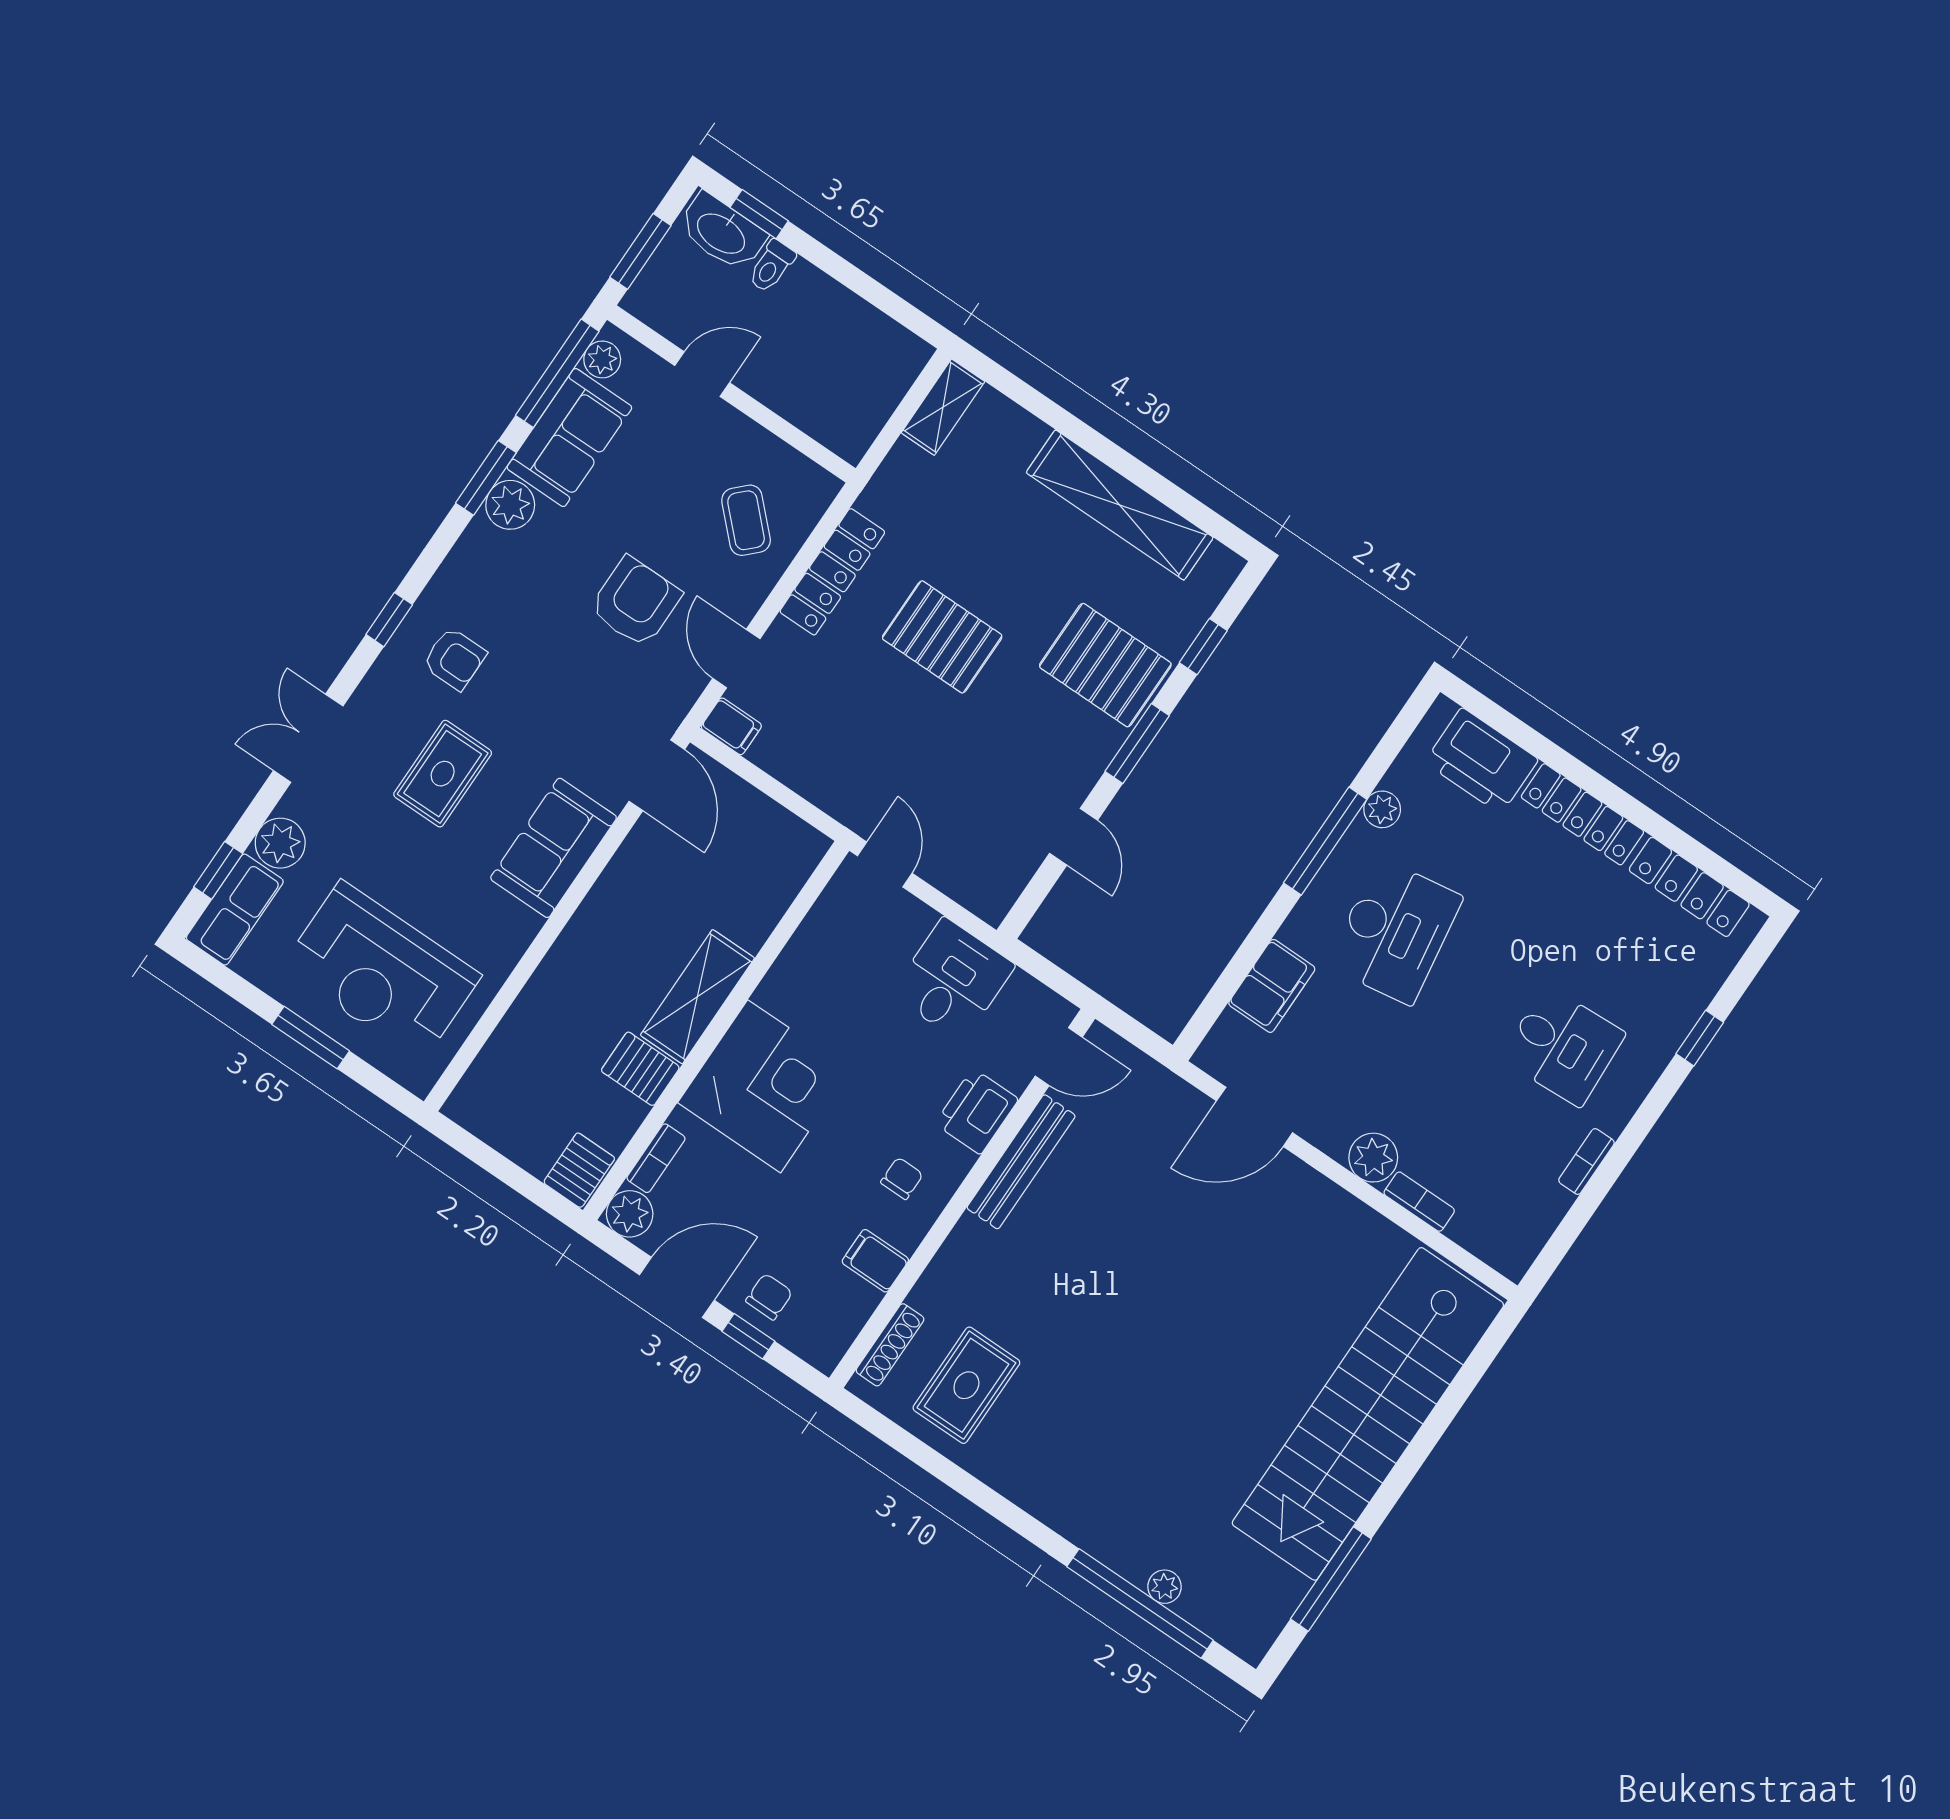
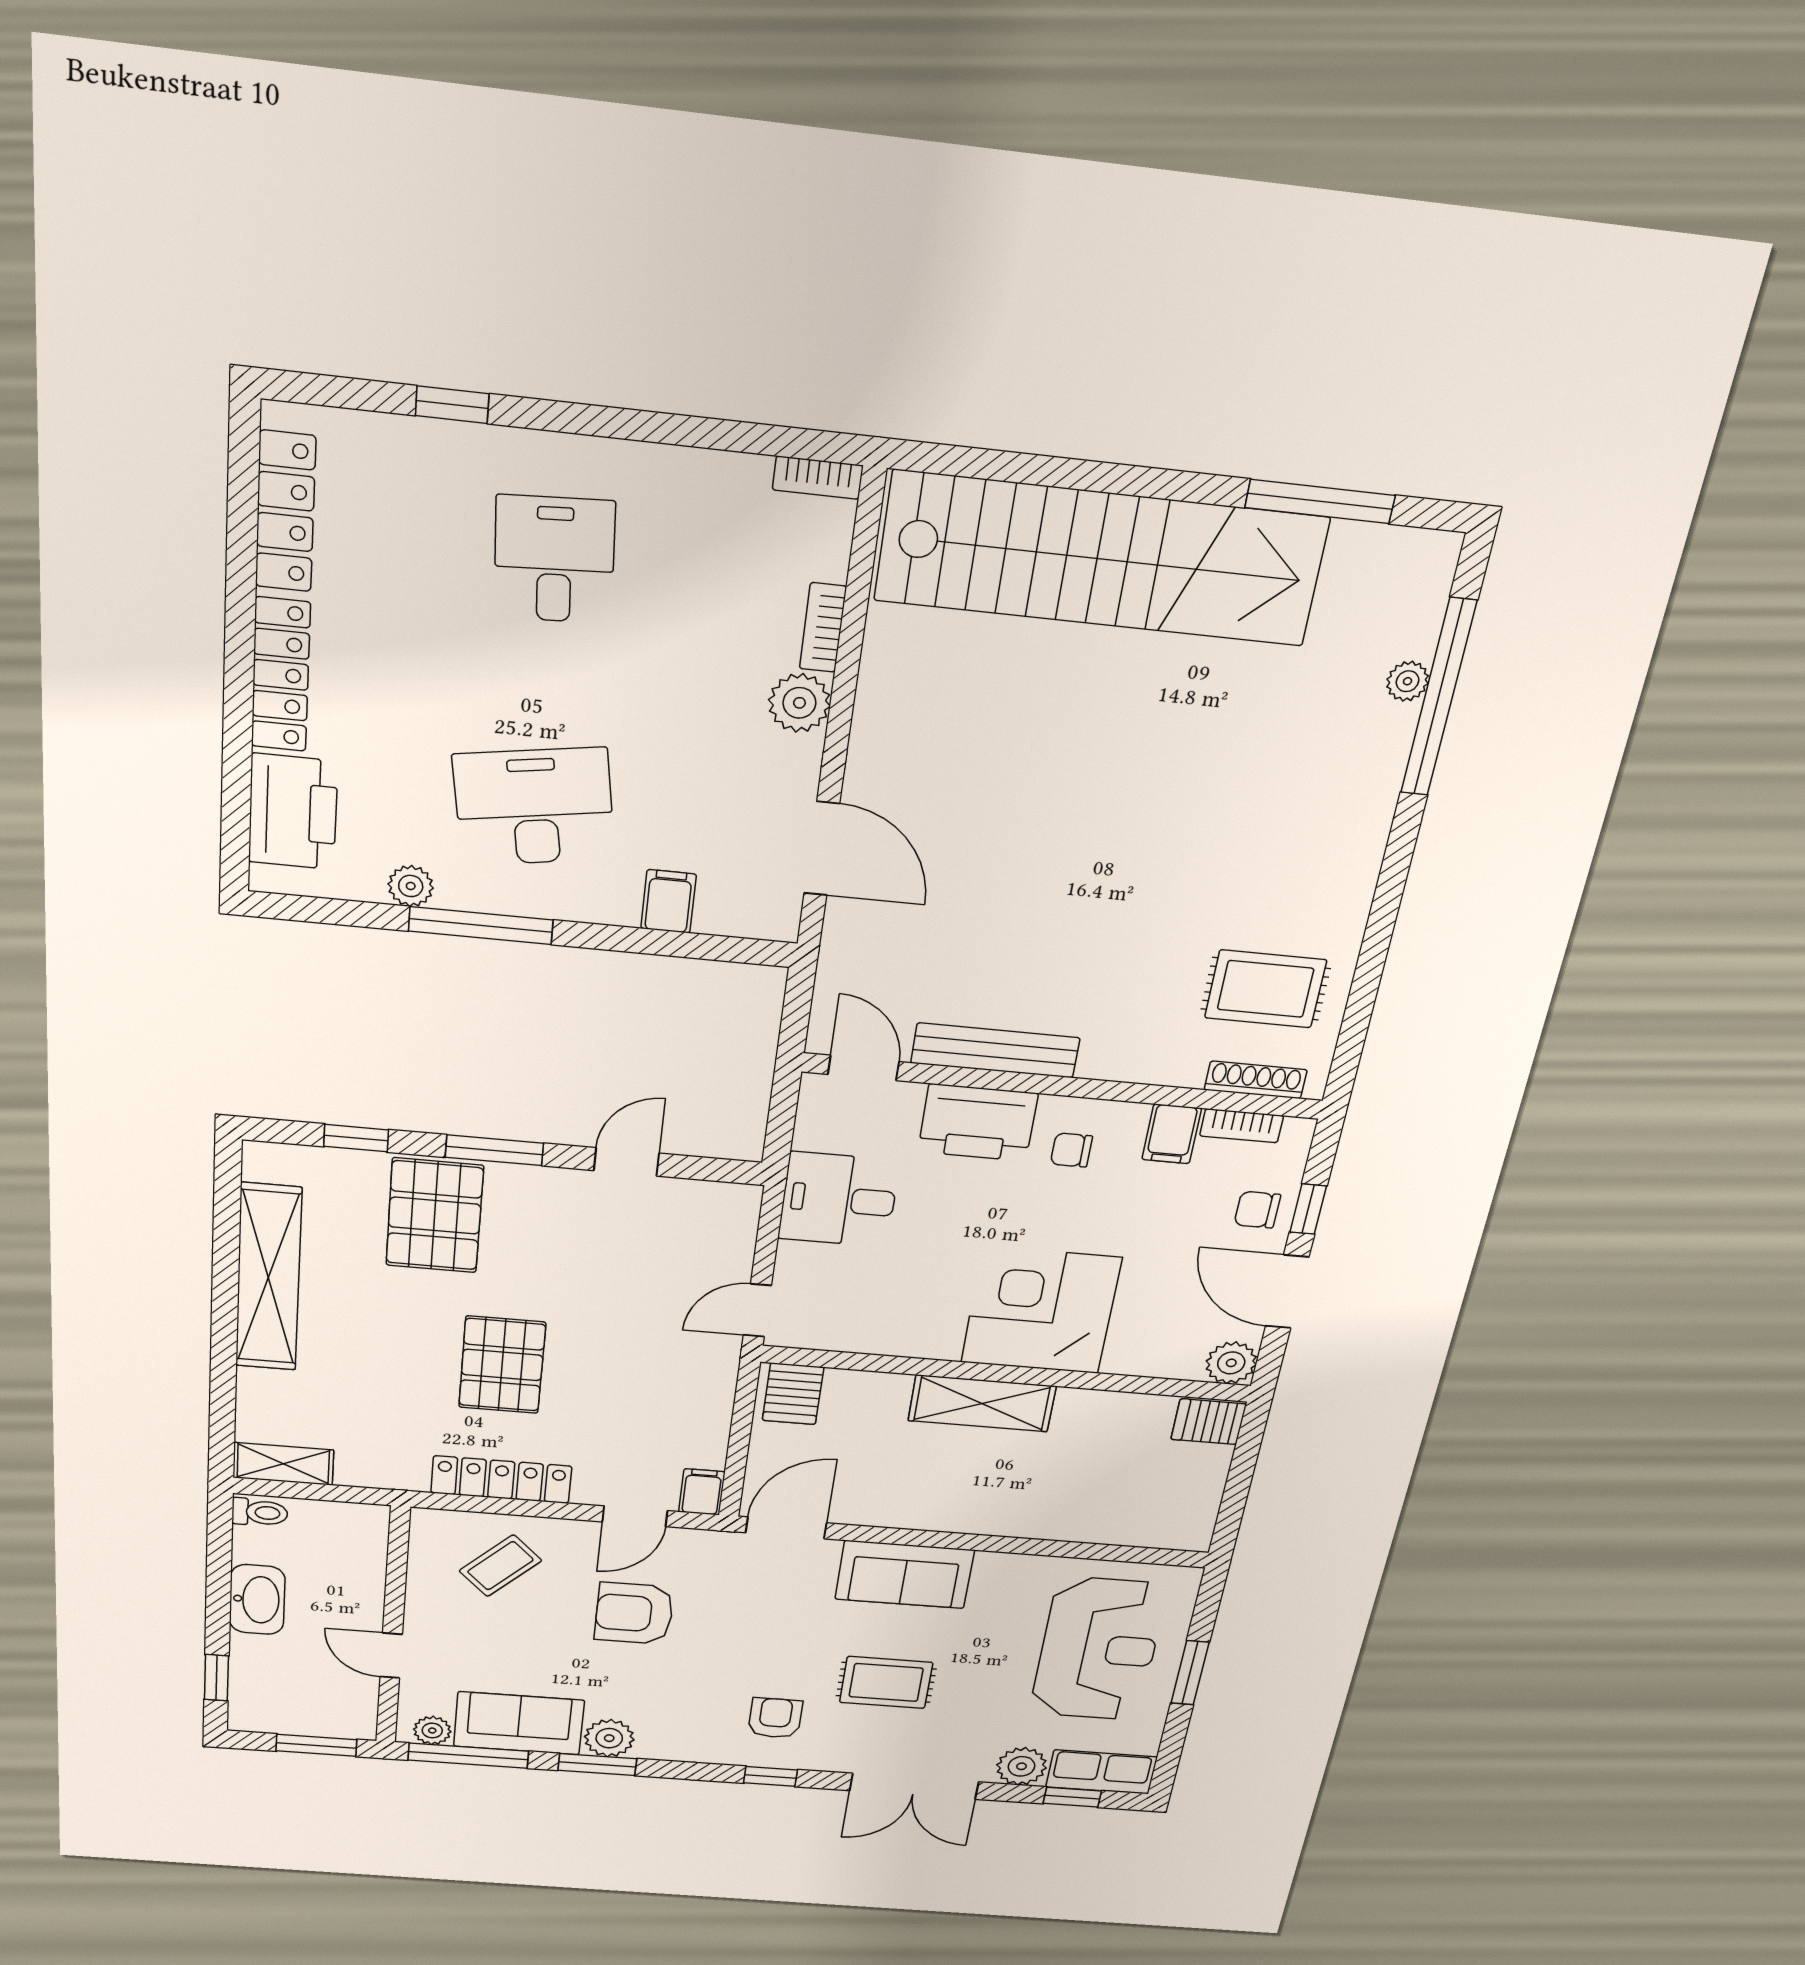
washbasin: (722, 232) -> (257, 1600), moved
toilet: (772, 266) -> (260, 1512), moved
double door: (308, 738) -> (914, 1786), width x1.37
filing cabinet: (1272, 986) -> (669, 901), width x0.50
server rack: (640, 1069) -> (793, 1394), moved
printer: (977, 1111) -> (978, 1123), width x1.37, depth x1.19
bookcase: (656, 1158) -> (1242, 1126), moved, turned 180
bookcase: (1586, 1162) -> (818, 478), moved

